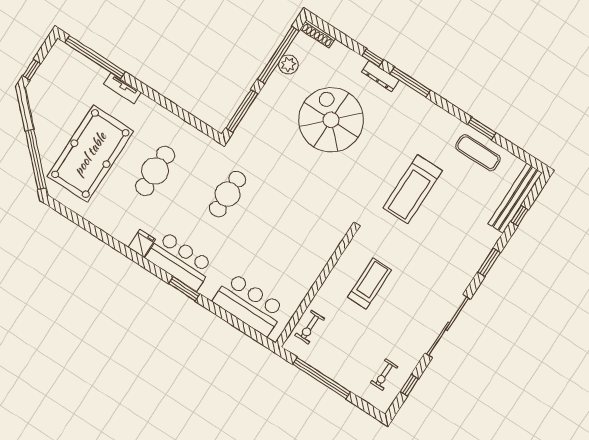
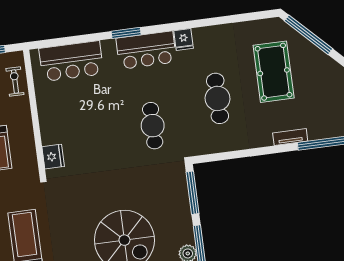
pool table: (90, 154) -> (274, 72), width x0.73, depth x0.76
fridge: (331, 239) -> (53, 157), added

